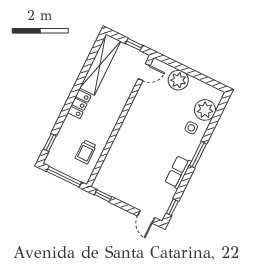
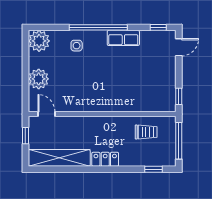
plant: (205, 110) -> (39, 41), moved
window: (198, 155) -> (98, 27), width x2.11

